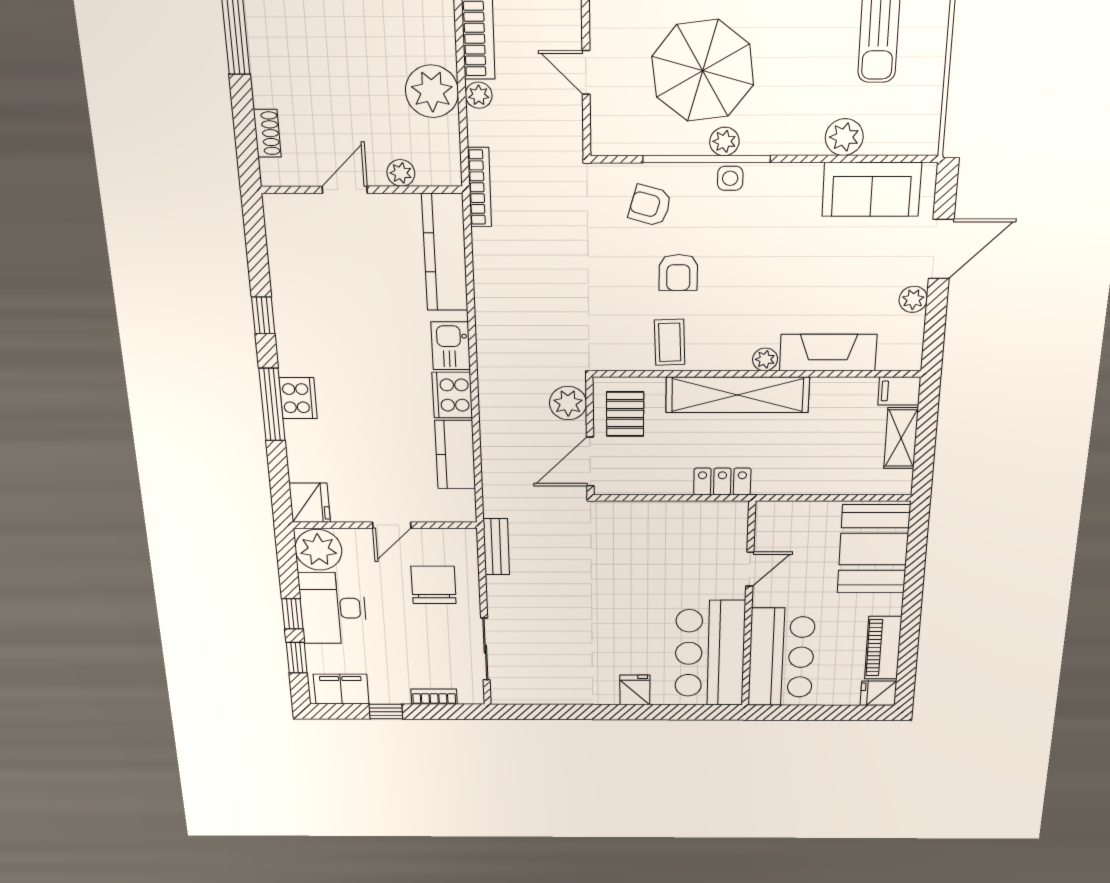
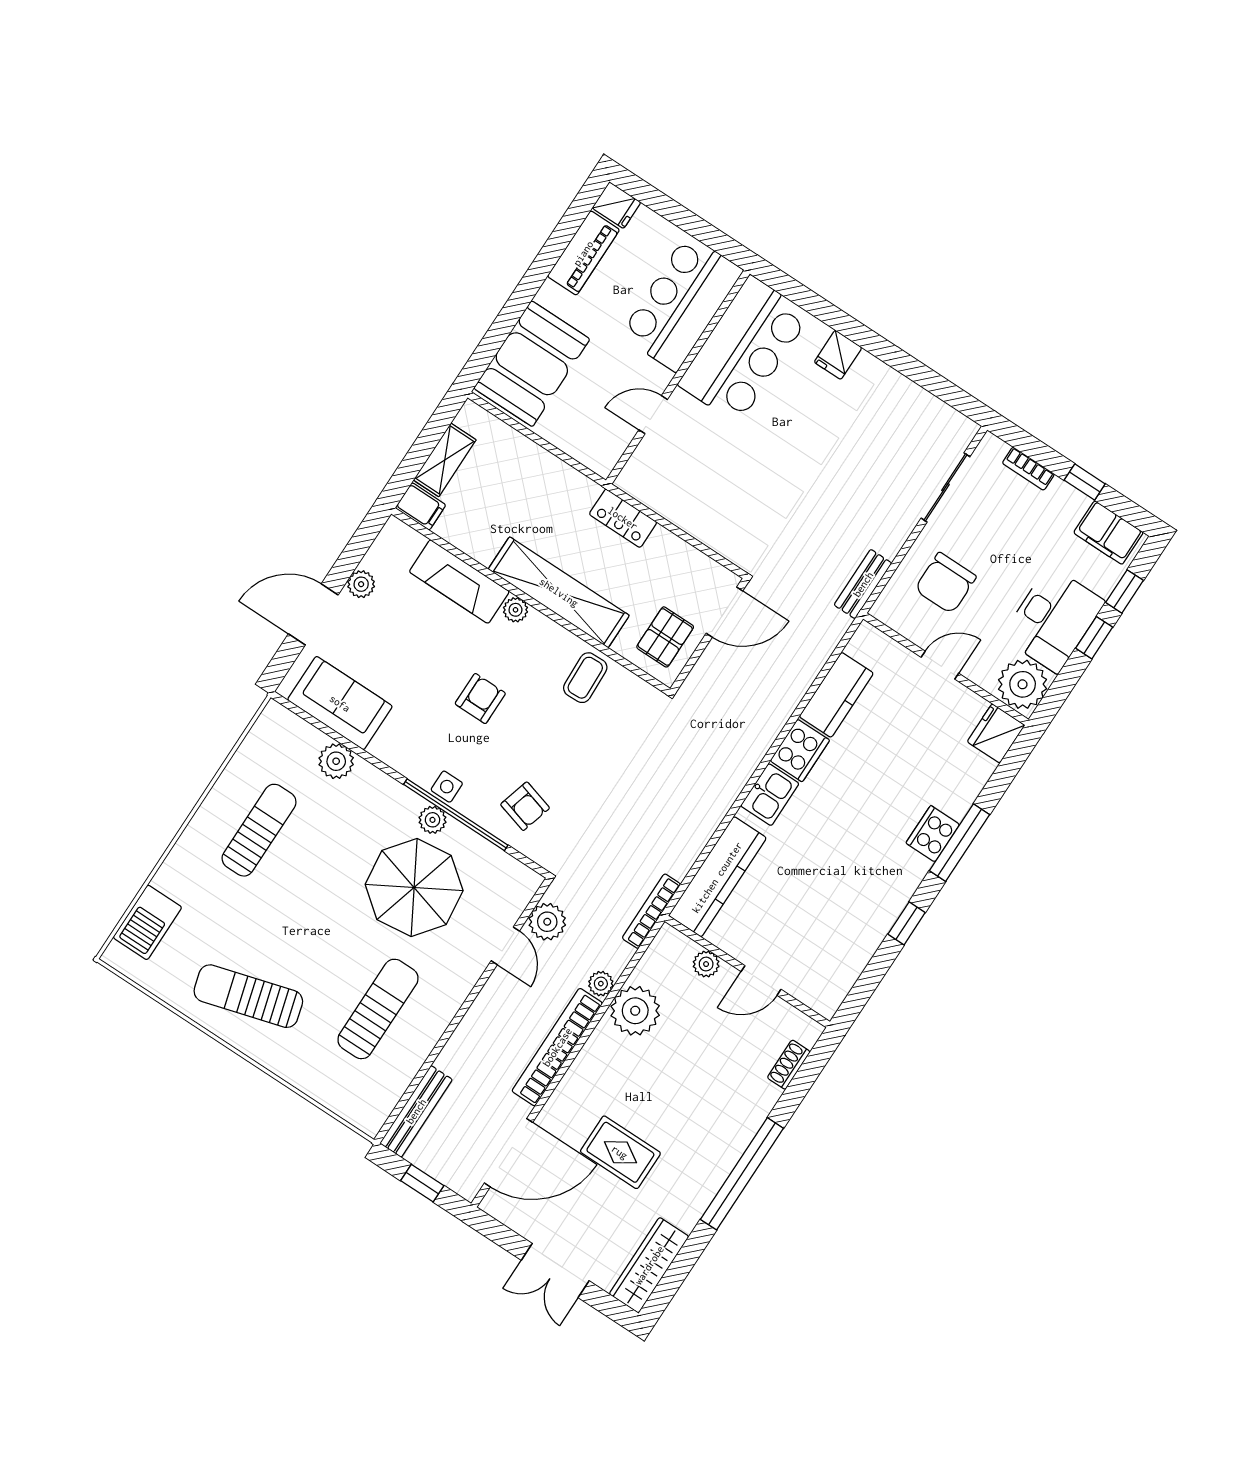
armchair: (678, 272) -> (480, 699), moved
plant: (568, 403) -> (547, 922), moved

